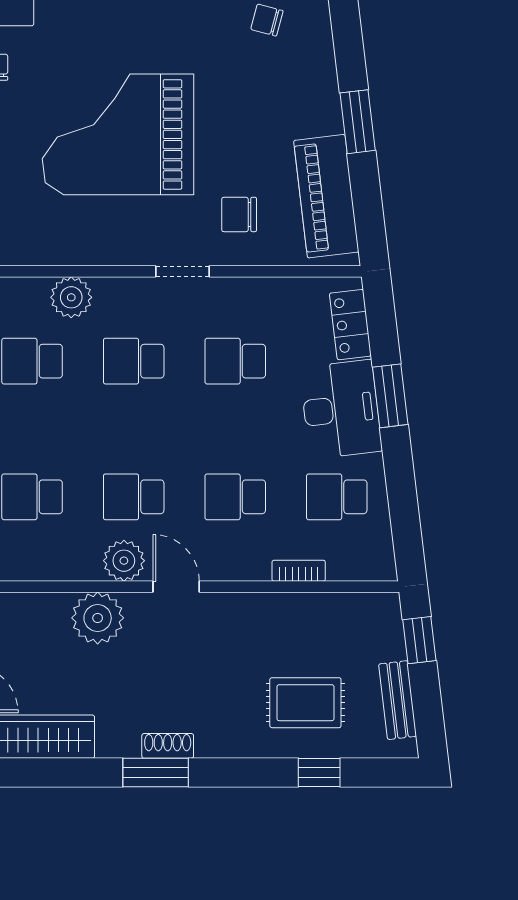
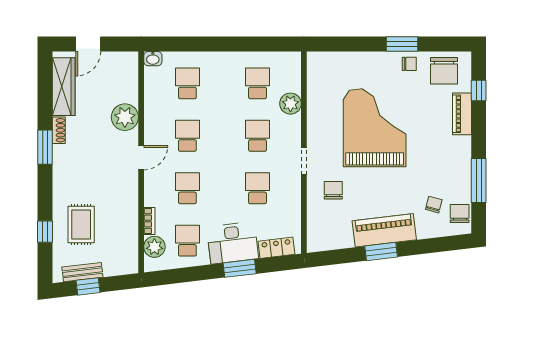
piano: (326, 196) -> (384, 230), moved
plant: (124, 561) -> (154, 247), moved
window: (419, 640) -> (88, 286), moved
shoe rack: (168, 746) -> (59, 130), moved

